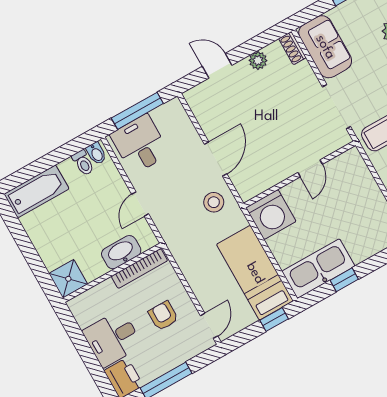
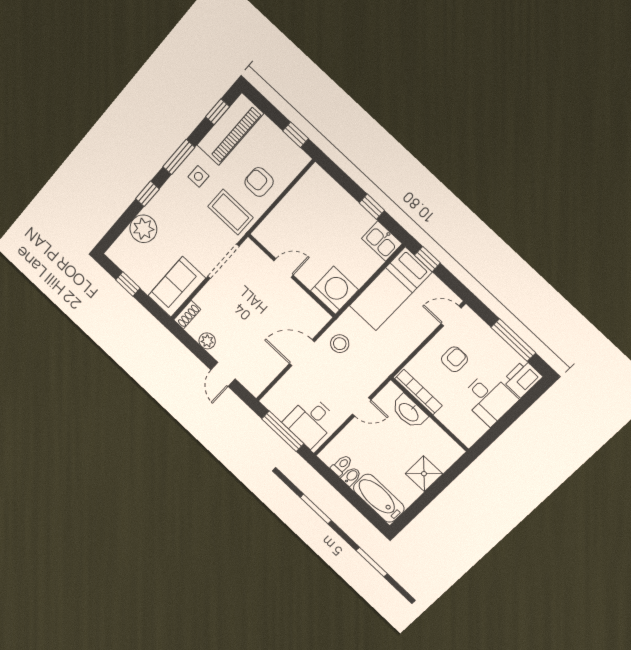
bidet: (96, 153) -> (351, 476), moved
kitchen sink: (318, 269) -> (382, 241), width x0.53, depth x0.81
shower: (68, 279) -> (424, 474), moved
armchair: (163, 316) -> (454, 359), turned 180

